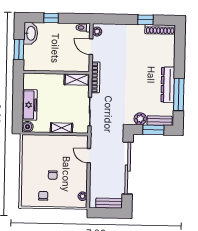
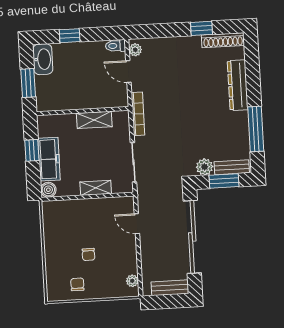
shelving: (77, 80) -> (94, 120), moved
dresser: (168, 85) -> (238, 85), moved
window: (18, 98) -> (32, 150), added

